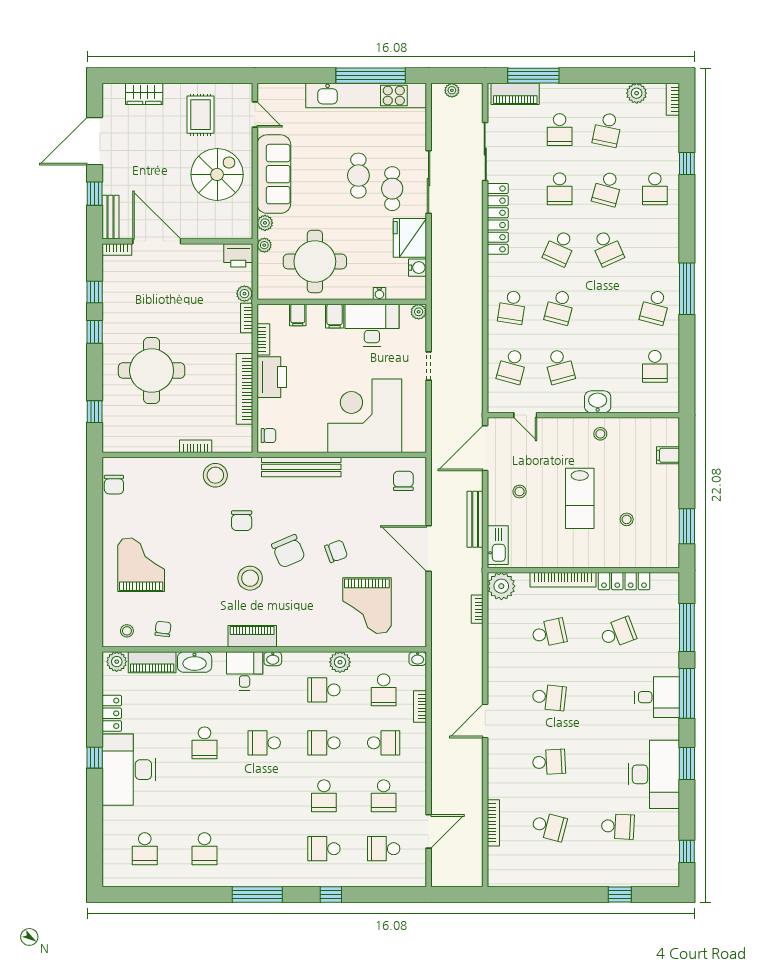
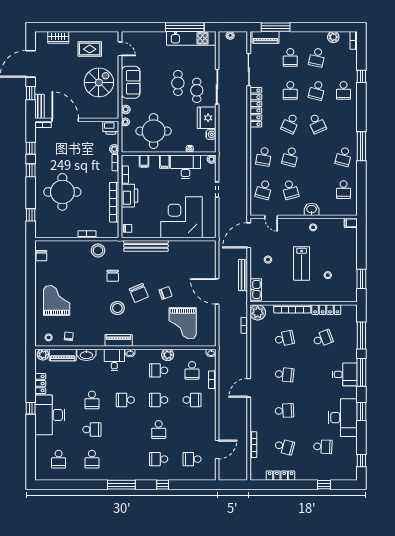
kitchen unit: (366, 96) -> (191, 38), width x0.73
rug: (201, 115) -> (90, 49), turned 90
sofa: (274, 174) -> (131, 82), width x0.73
filing cabinet: (668, 455) -> (351, 223), moved
chair: (403, 481) -> (203, 254), removed
school desk: (384, 796) -> (92, 430), moved, turned -90
locker: (542, 878) -> (281, 476), added

